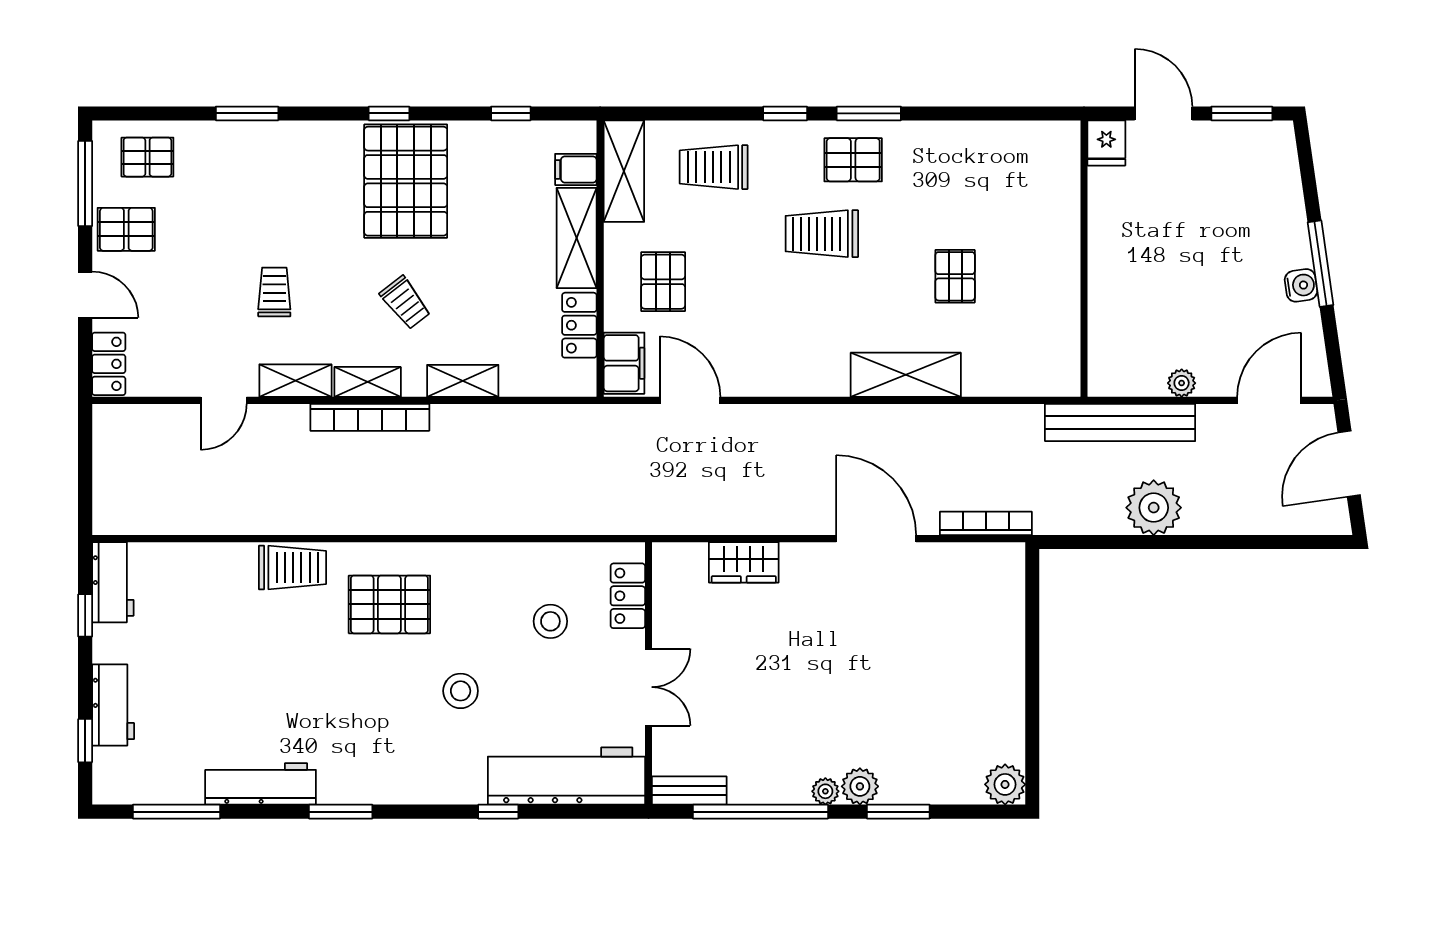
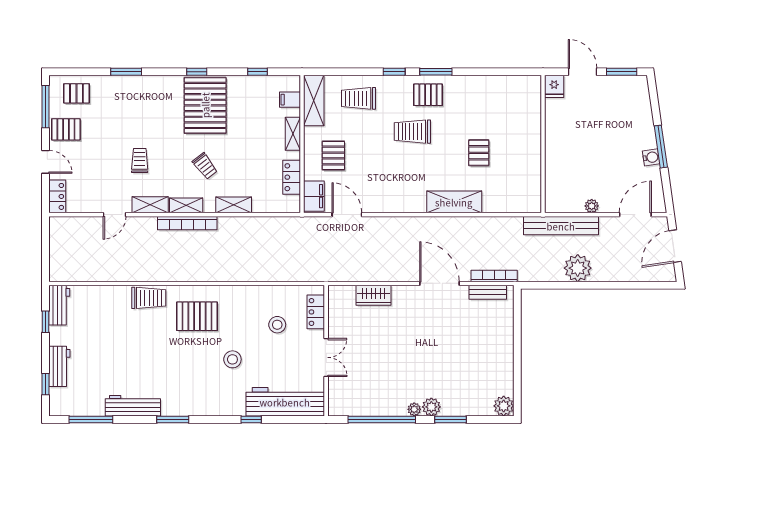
shelving: (577, 238) -> (293, 134), width x0.67, depth x0.75
bench: (689, 790) -> (488, 292), moved

